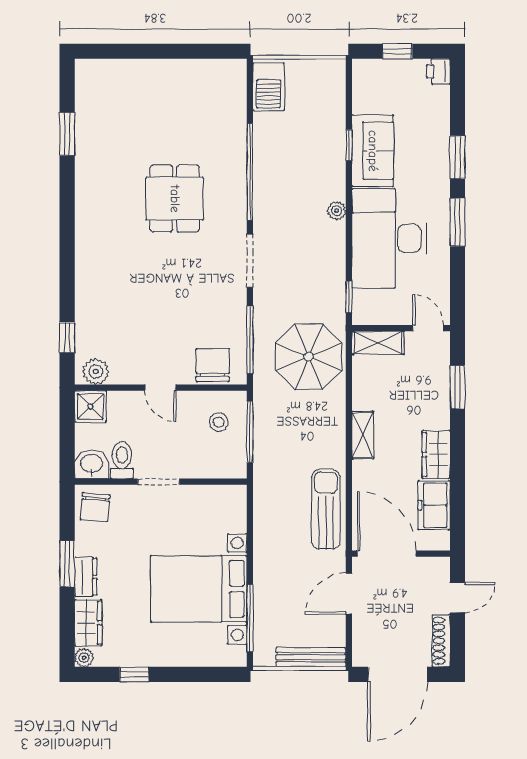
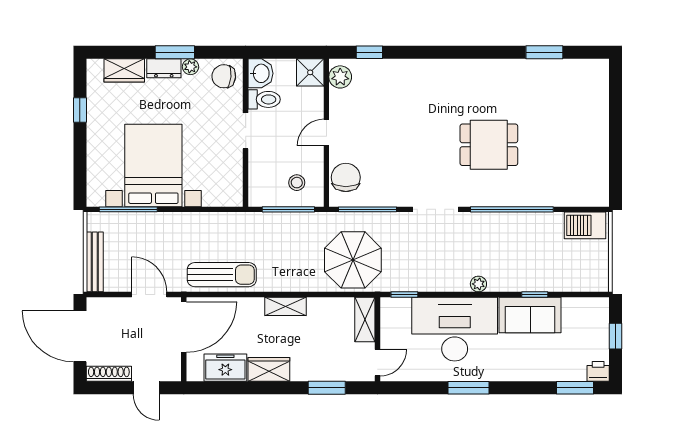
window: (457, 157) -> (575, 388), moved
chair: (213, 365) -> (346, 177), turned -90
plant: (84, 658) -> (190, 67), moved

